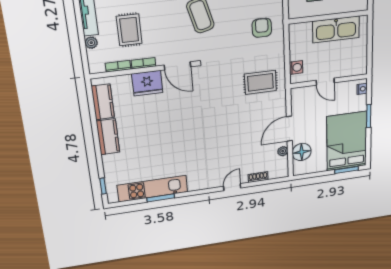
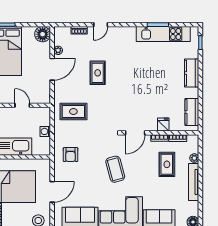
door: (177, 66) -> (135, 133), swing flipped
washing machine: (296, 67) -> (45, 131), moved
fridge: (147, 83) -> (163, 124), width x0.53, depth x0.75
rug: (232, 132) -> (98, 73), added
kitchen counter: (108, 137) -> (192, 73), moved
floor lamp: (302, 152) -> (43, 34), moved

